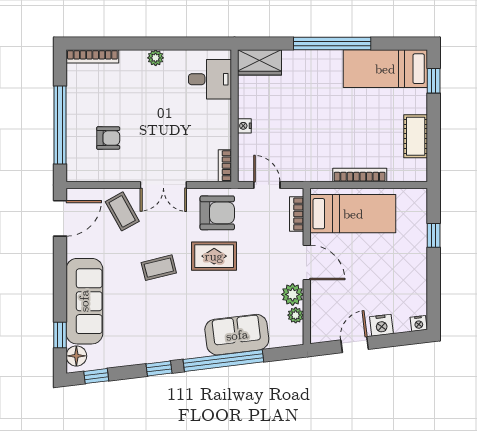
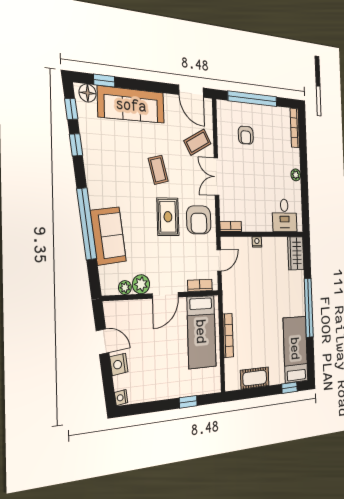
window: (159, 368) -> (76, 145), moved

